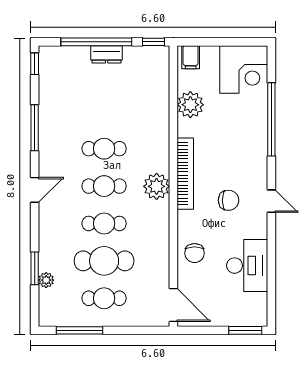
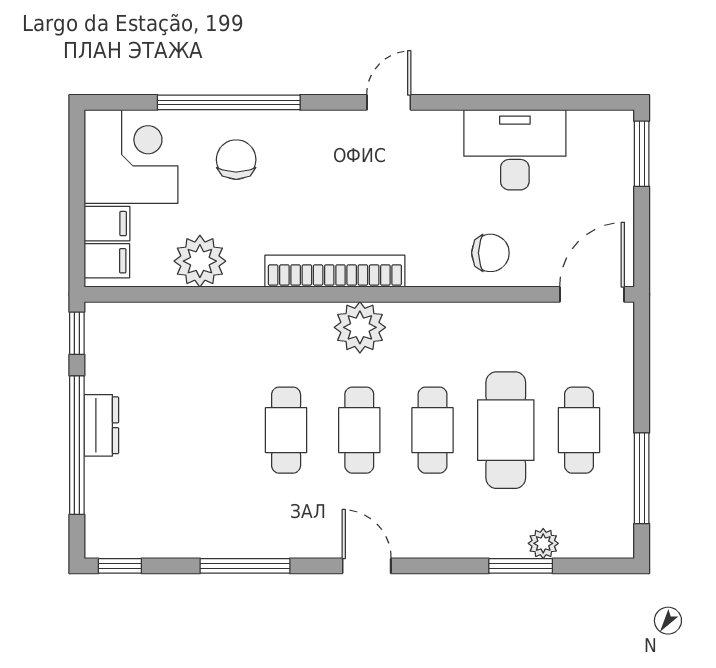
filing cabinet: (210, 57) -> (107, 224), added
chair: (229, 200) -> (236, 160), moved

